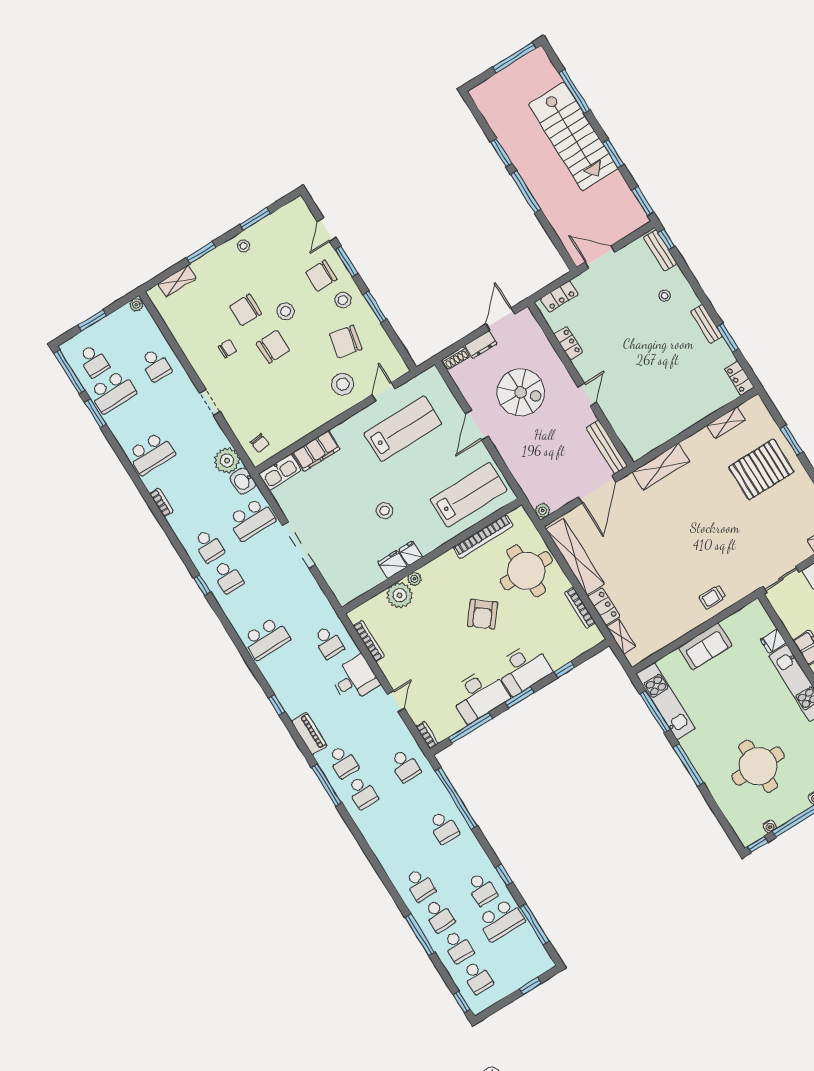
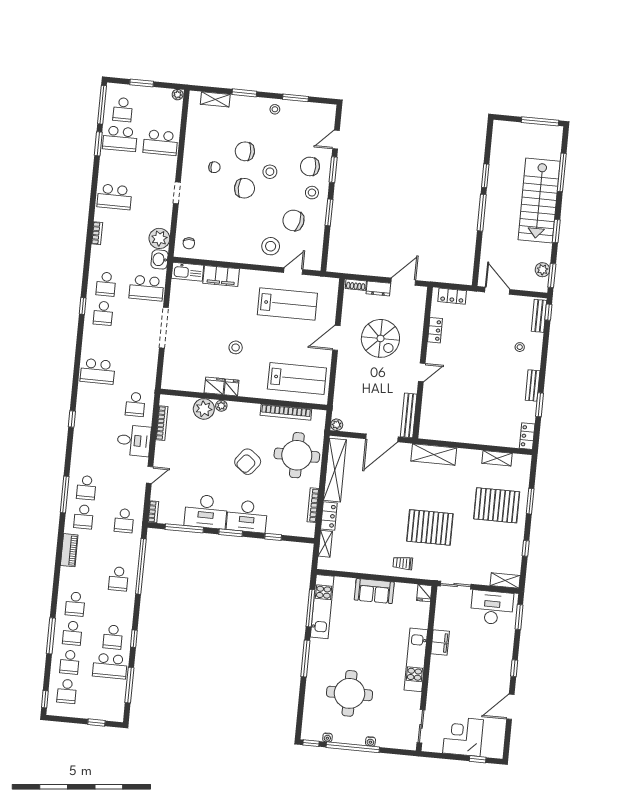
plant: (629, 202) -> (542, 270), added
school desk: (156, 365) -> (160, 143), width x1.85
pallet: (712, 542) -> (430, 527), added
fridge: (773, 641) -> (424, 593), moved, turned -90
piano: (309, 734) -> (69, 550), moved

